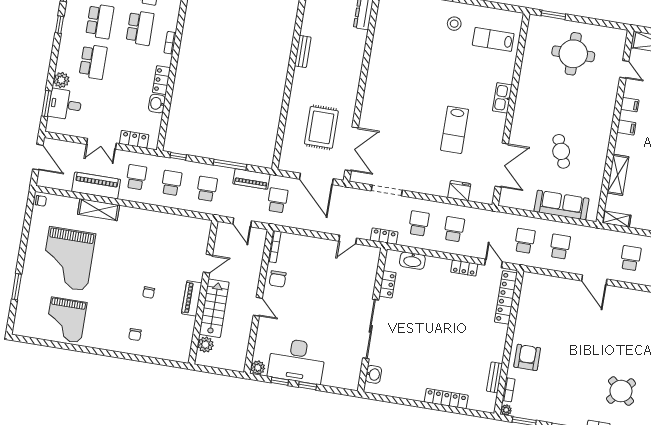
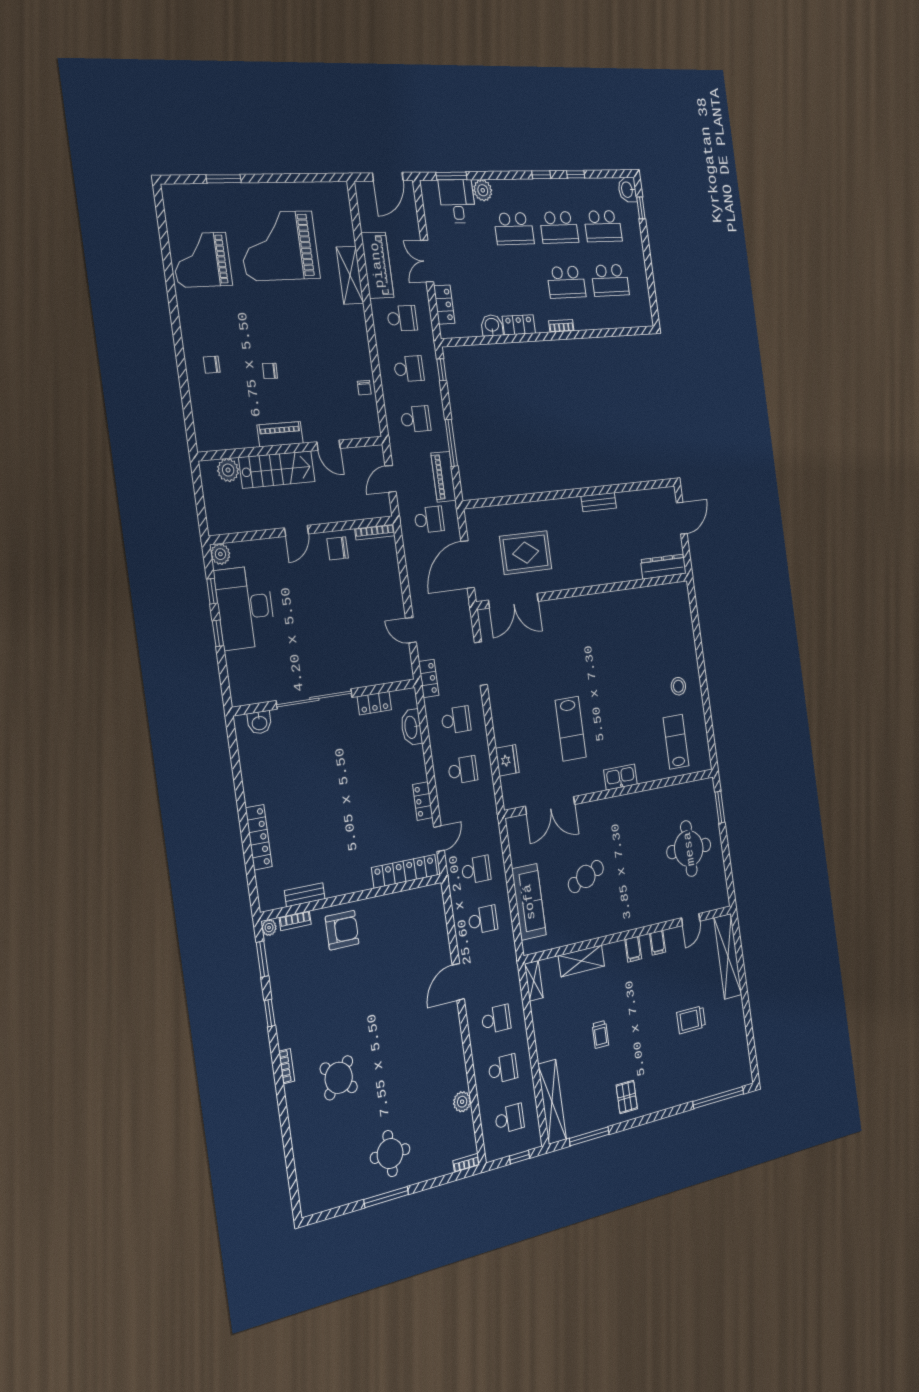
lab bench: (455, 130) -> (571, 729), turned -90
chair: (41, 201) -> (364, 388), moved

